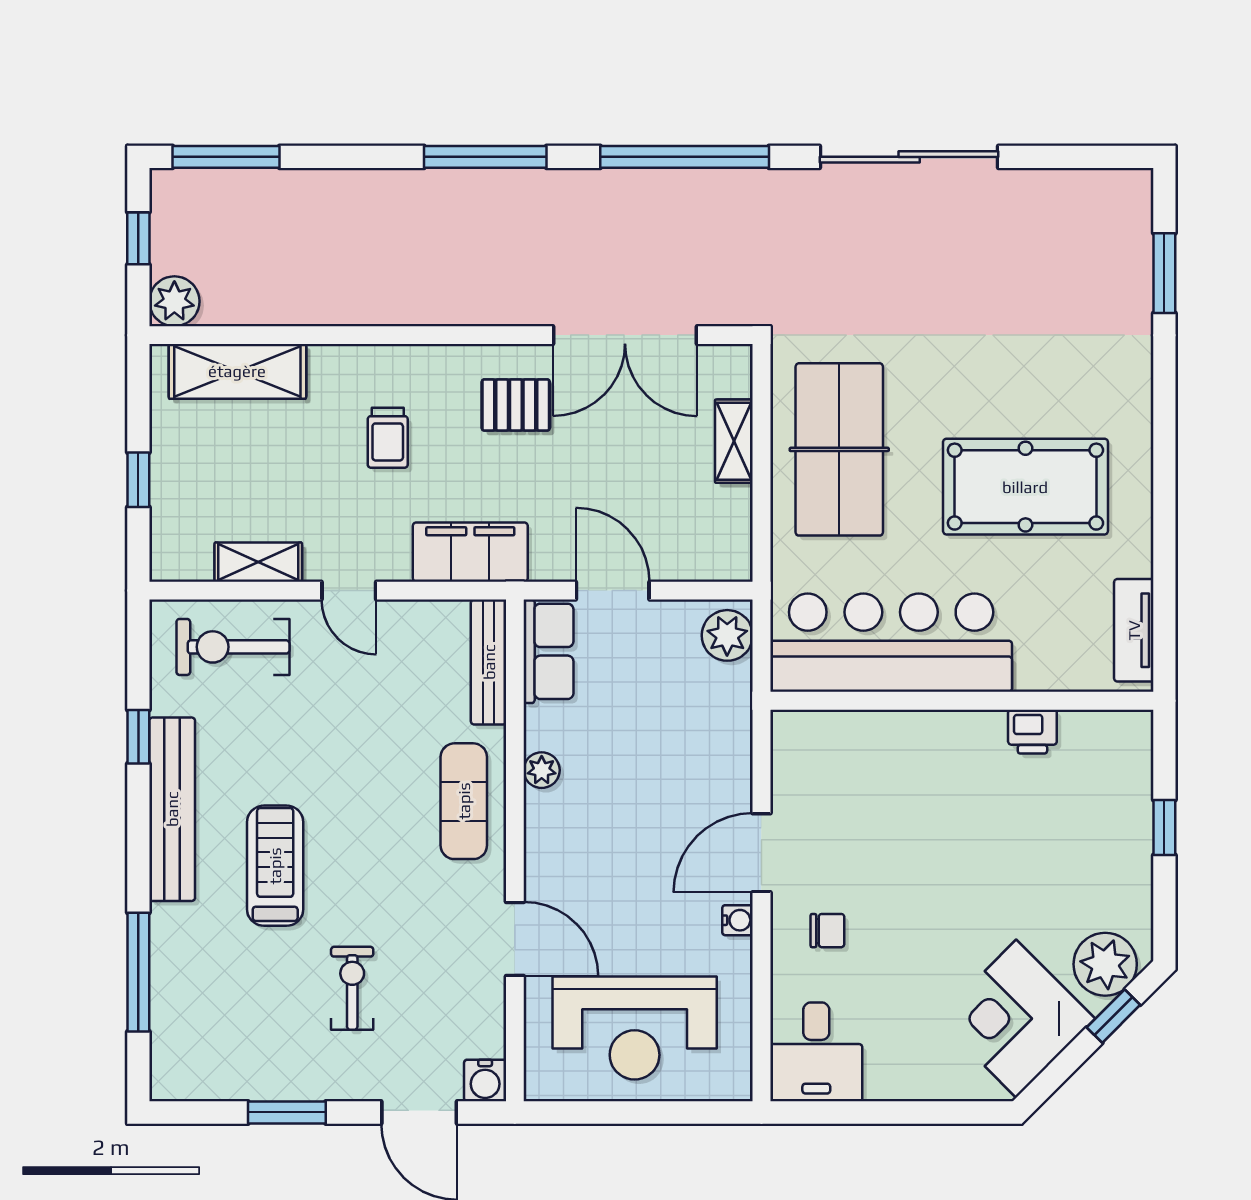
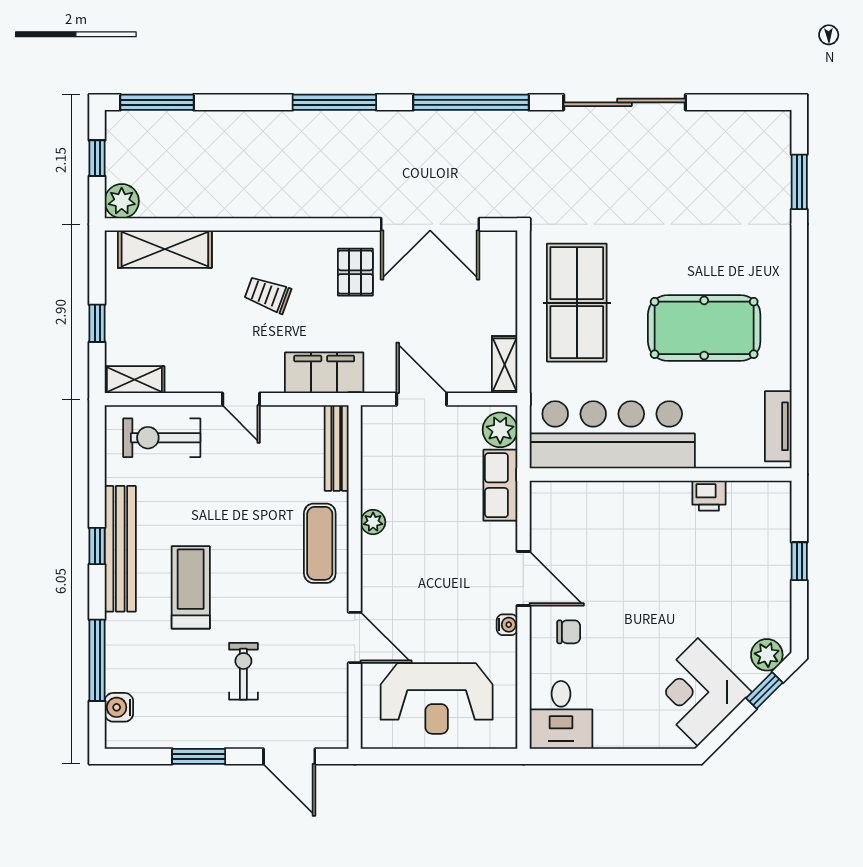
pallet: (516, 405) -> (355, 272), turned 90
trolley: (388, 438) -> (268, 295), turned 110
shelving: (734, 441) -> (505, 365), moved
shelving: (258, 562) -> (134, 380), moved
row of seats: (548, 651) -> (500, 485), moved, turned 180
window: (138, 737) -> (97, 546), moved
door: (761, 853) -> (523, 579), swing flipped
plant: (1105, 964) -> (767, 655), width x0.73, depth x0.73
water cooler: (485, 1081) -> (119, 707), moved, turned 90

